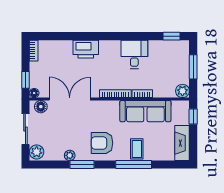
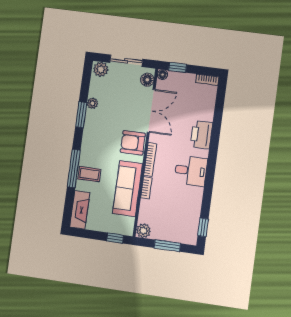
desk: (134, 54) -> (191, 171), moved
armchair: (102, 143) -> (133, 143), moved, turned -90
fireplace: (182, 143) -> (80, 210), moved, turned 90

